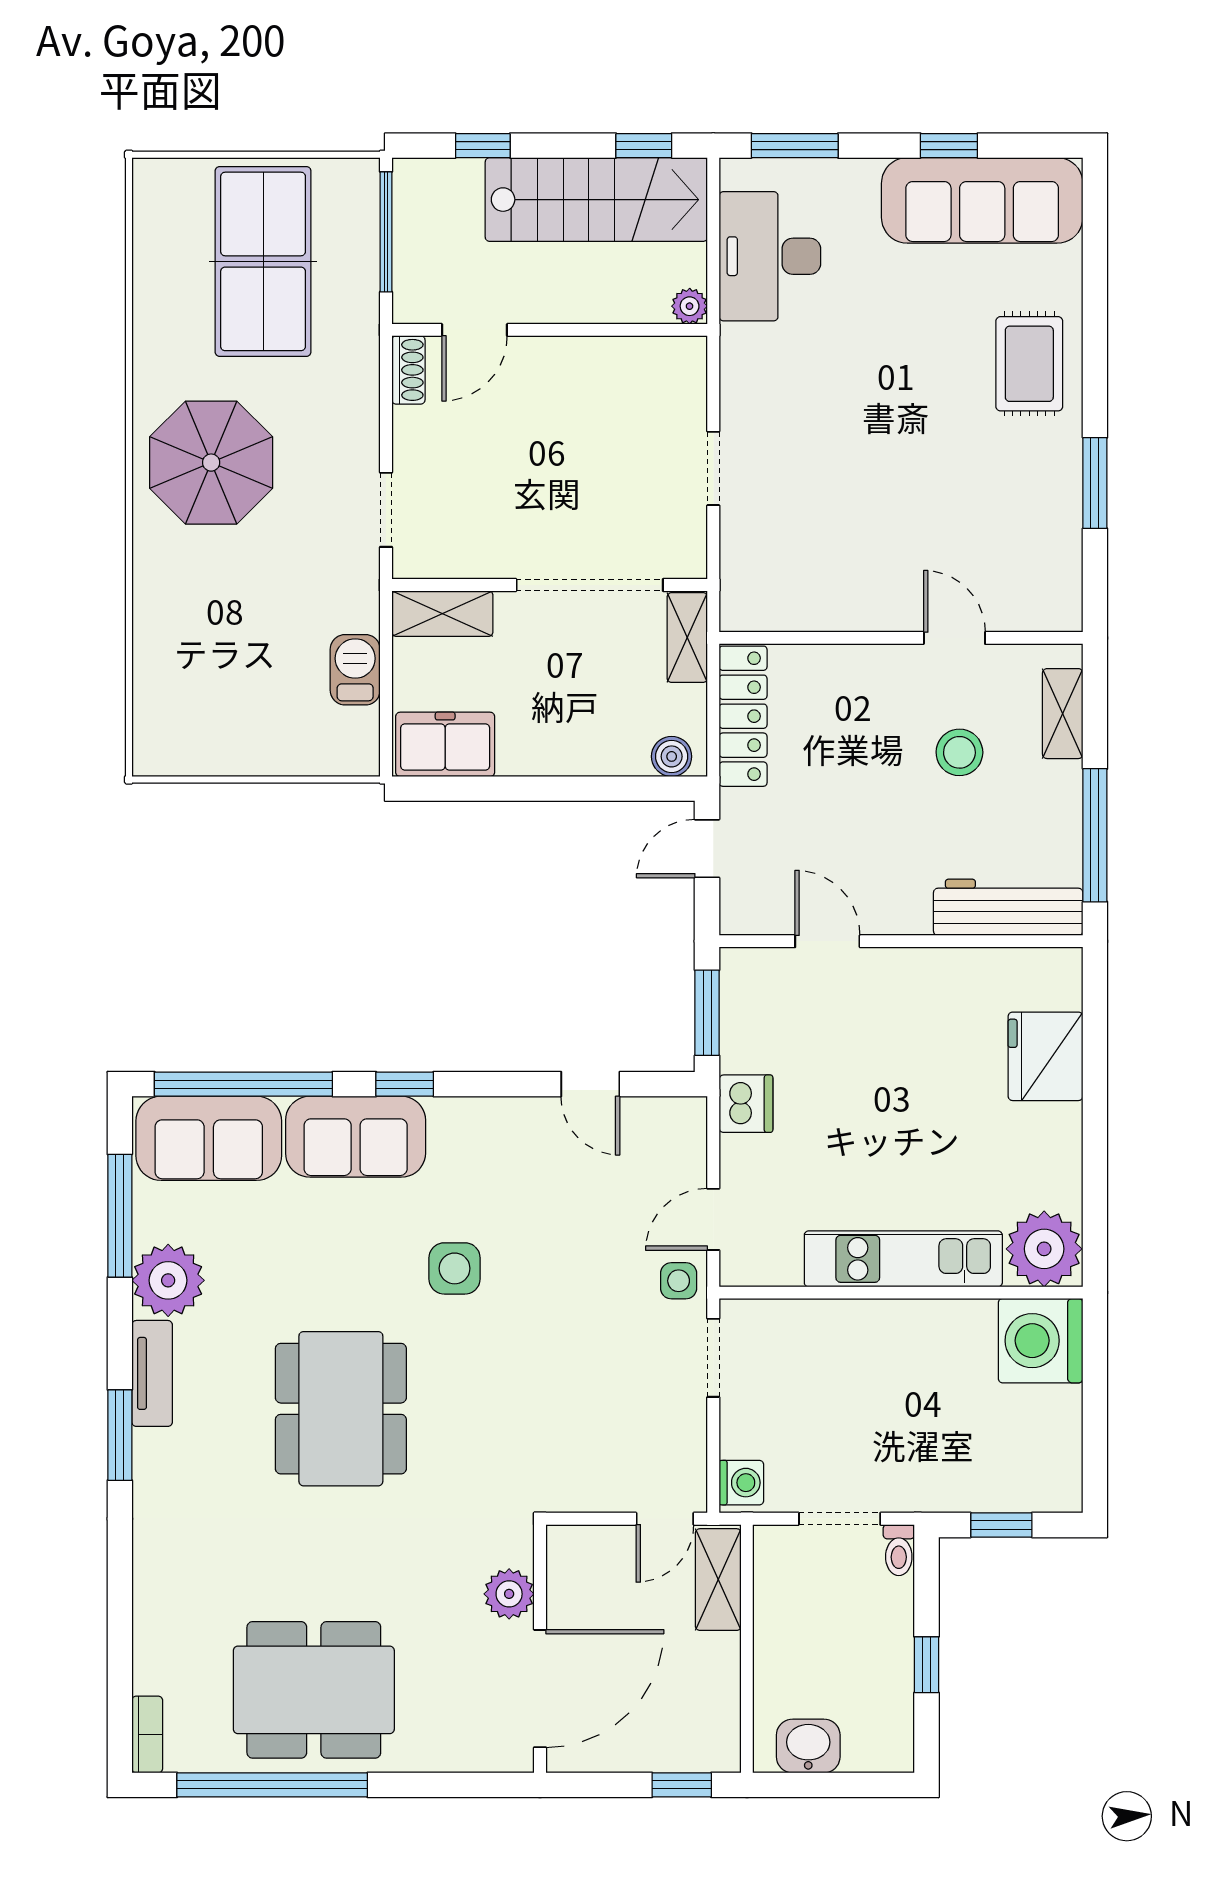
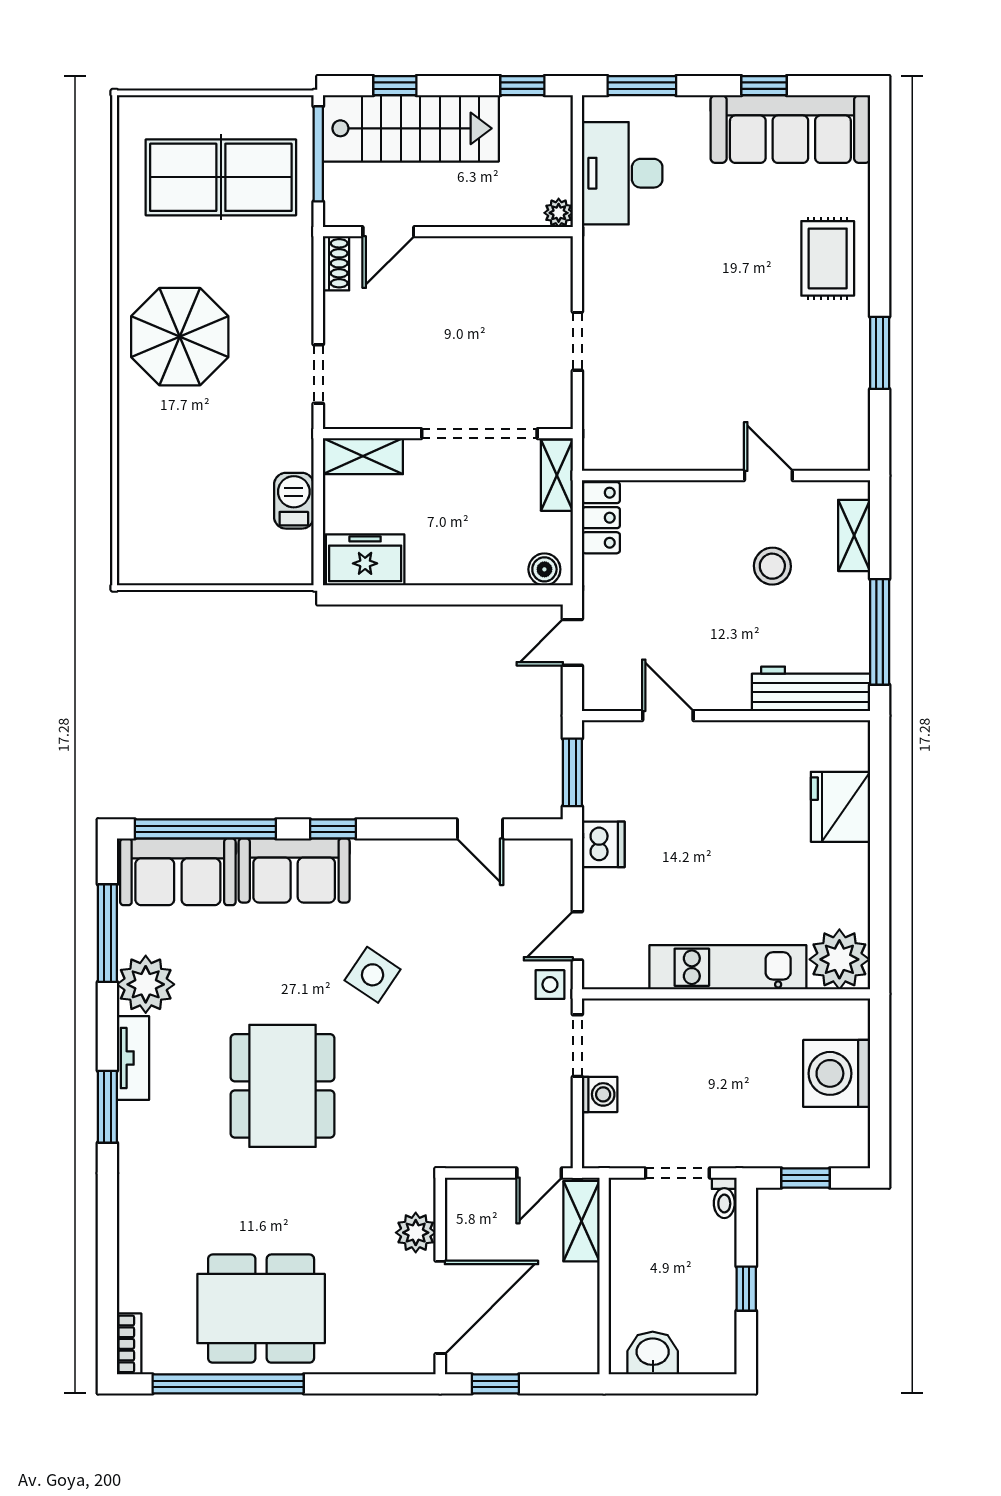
stairs: (596, 200) -> (411, 128), moved
table tennis table: (263, 261) -> (221, 177), turned 90
locker: (743, 716) -> (601, 518), width x0.66
side table: (455, 1268) -> (373, 975), turned 34
washing machine: (1041, 1341) -> (837, 1073), moved
washing machine: (741, 1483) -> (600, 1094), moved
window: (682, 1785) -> (495, 1384), moved

